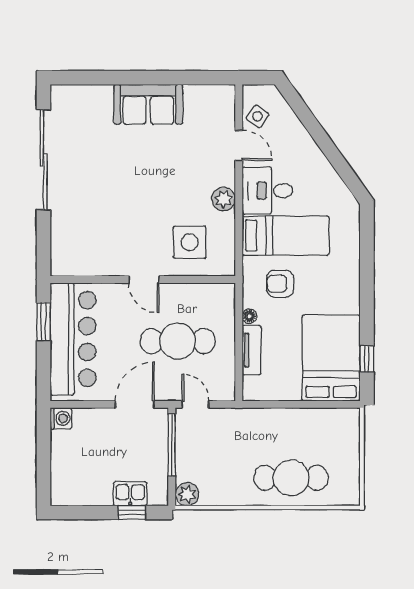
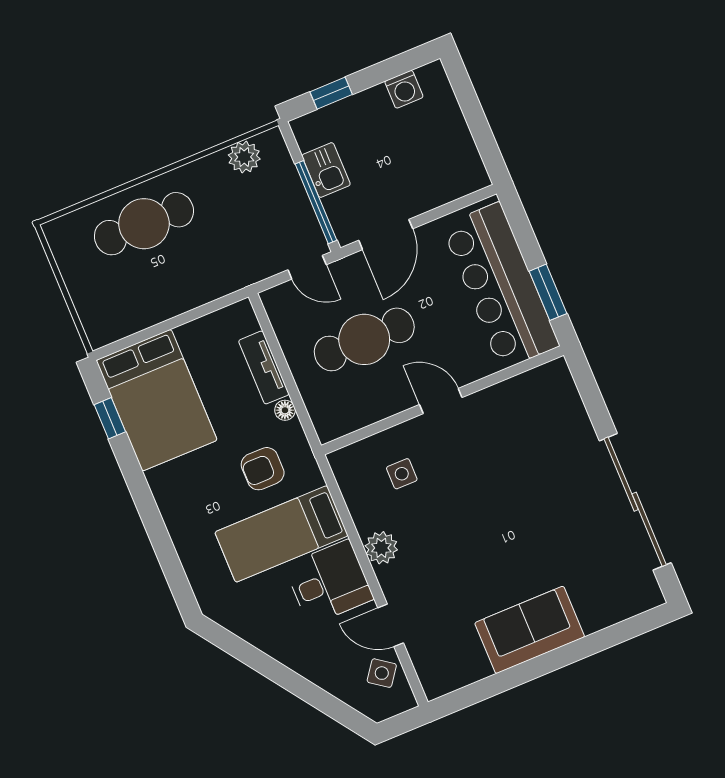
side table: (190, 242) -> (402, 474), width x0.54, depth x0.54
armchair: (280, 284) -> (263, 469), turned 180
washing machine: (61, 418) -> (404, 89), moved, turned -90
kitchen sink: (130, 494) -> (326, 170), moved, turned -90
plant: (187, 494) -> (244, 157), moved

